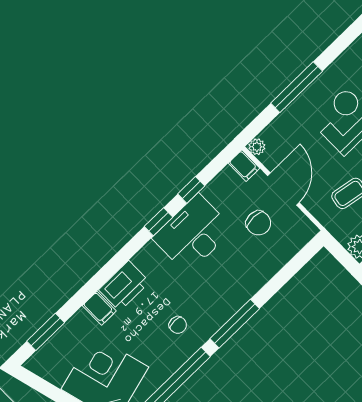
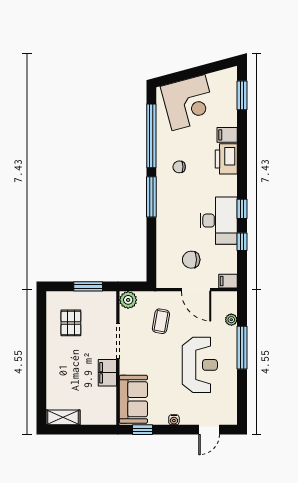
plant: (257, 147) -> (231, 320), moved

